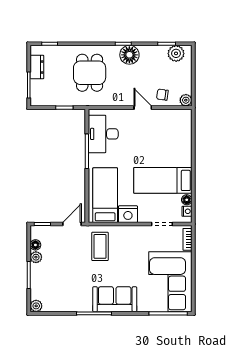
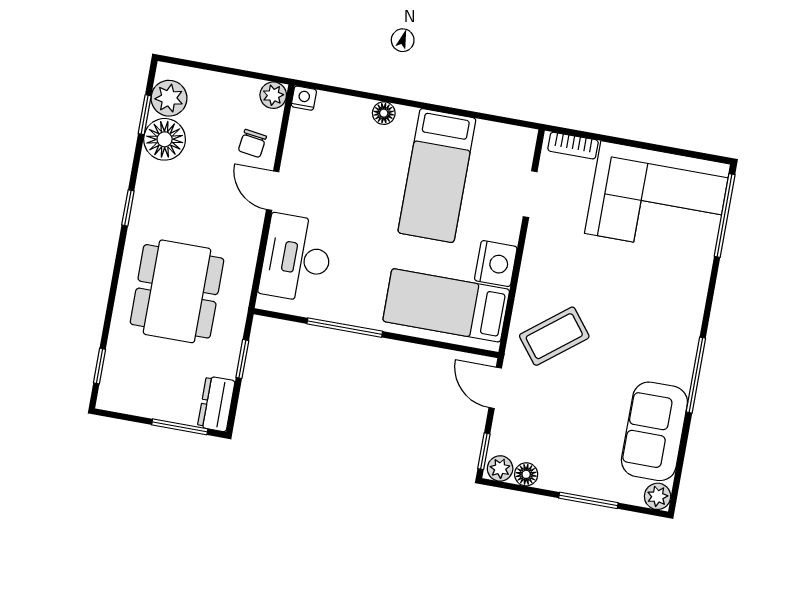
floor lamp: (129, 55) -> (165, 139), moved
dresser: (37, 67) -> (216, 404), moved, turned -90
dining table: (90, 73) -> (177, 291), width x1.37
door: (143, 108) -> (273, 191), hinge flipped
desk: (103, 134) -> (297, 258), moved, turned 90
floor lamp: (187, 200) -> (384, 113), moved
nightstand: (187, 211) -> (304, 98), moved
coffee table: (100, 246) -> (554, 336), turned -38
plant: (36, 257) -> (500, 468), moved
sofa: (115, 299) -> (654, 431), moved

